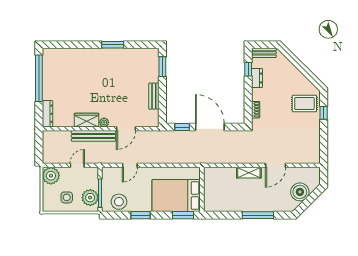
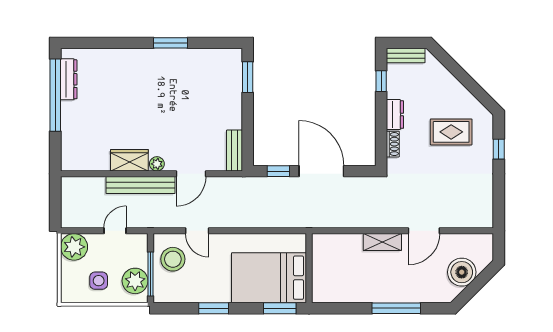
dresser: (257, 78) -> (395, 115), moved
bench: (154, 96) -> (234, 151), moved
rug: (304, 103) -> (451, 132), moved
dresser: (47, 114) -> (69, 79), moved
door: (130, 165) -> (197, 231), hinge flipped
stool: (119, 202) -> (173, 259), moved

